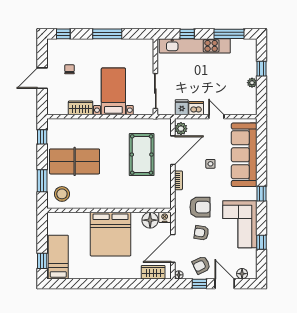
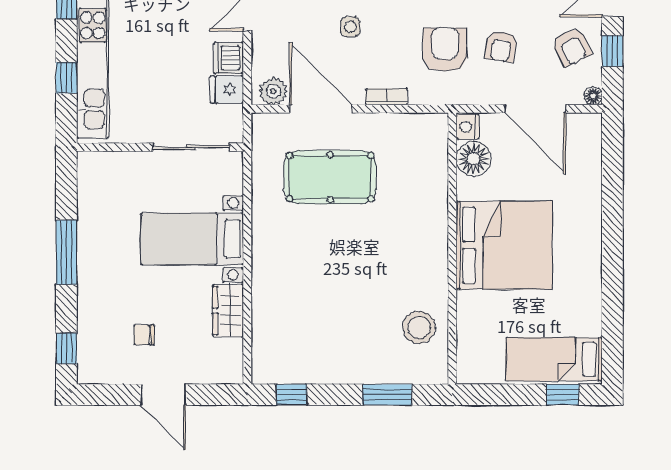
table tennis table: (75, 161) -> (345, 324), removed
stool: (62, 194) -> (419, 327), moved
wardrobe: (153, 272) -> (587, 152), removed

